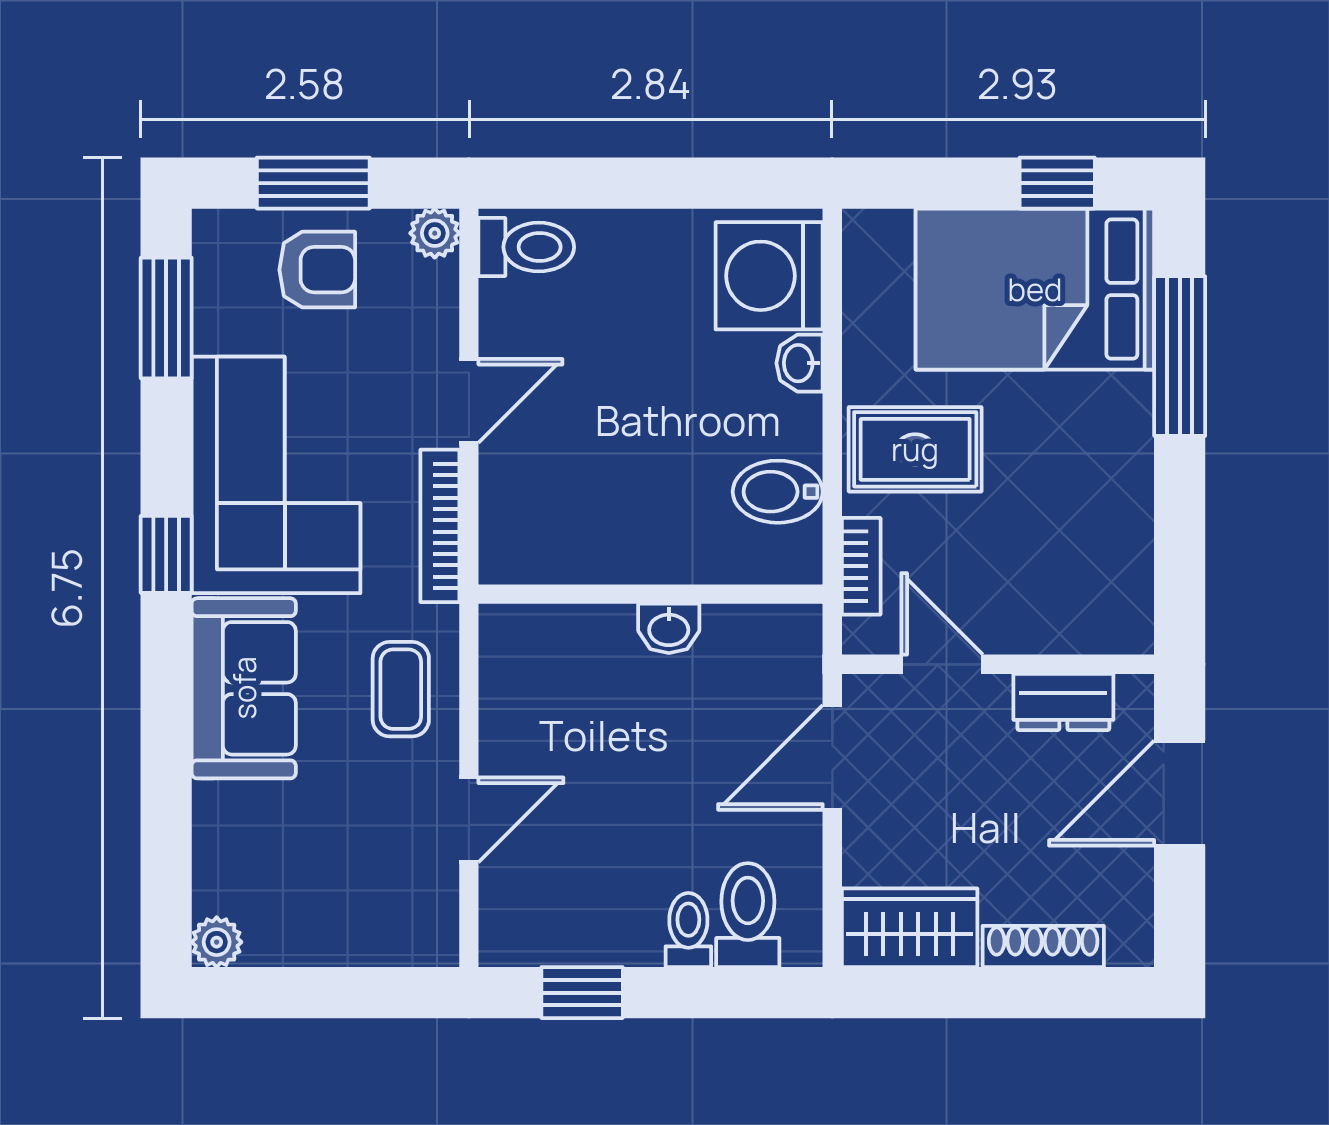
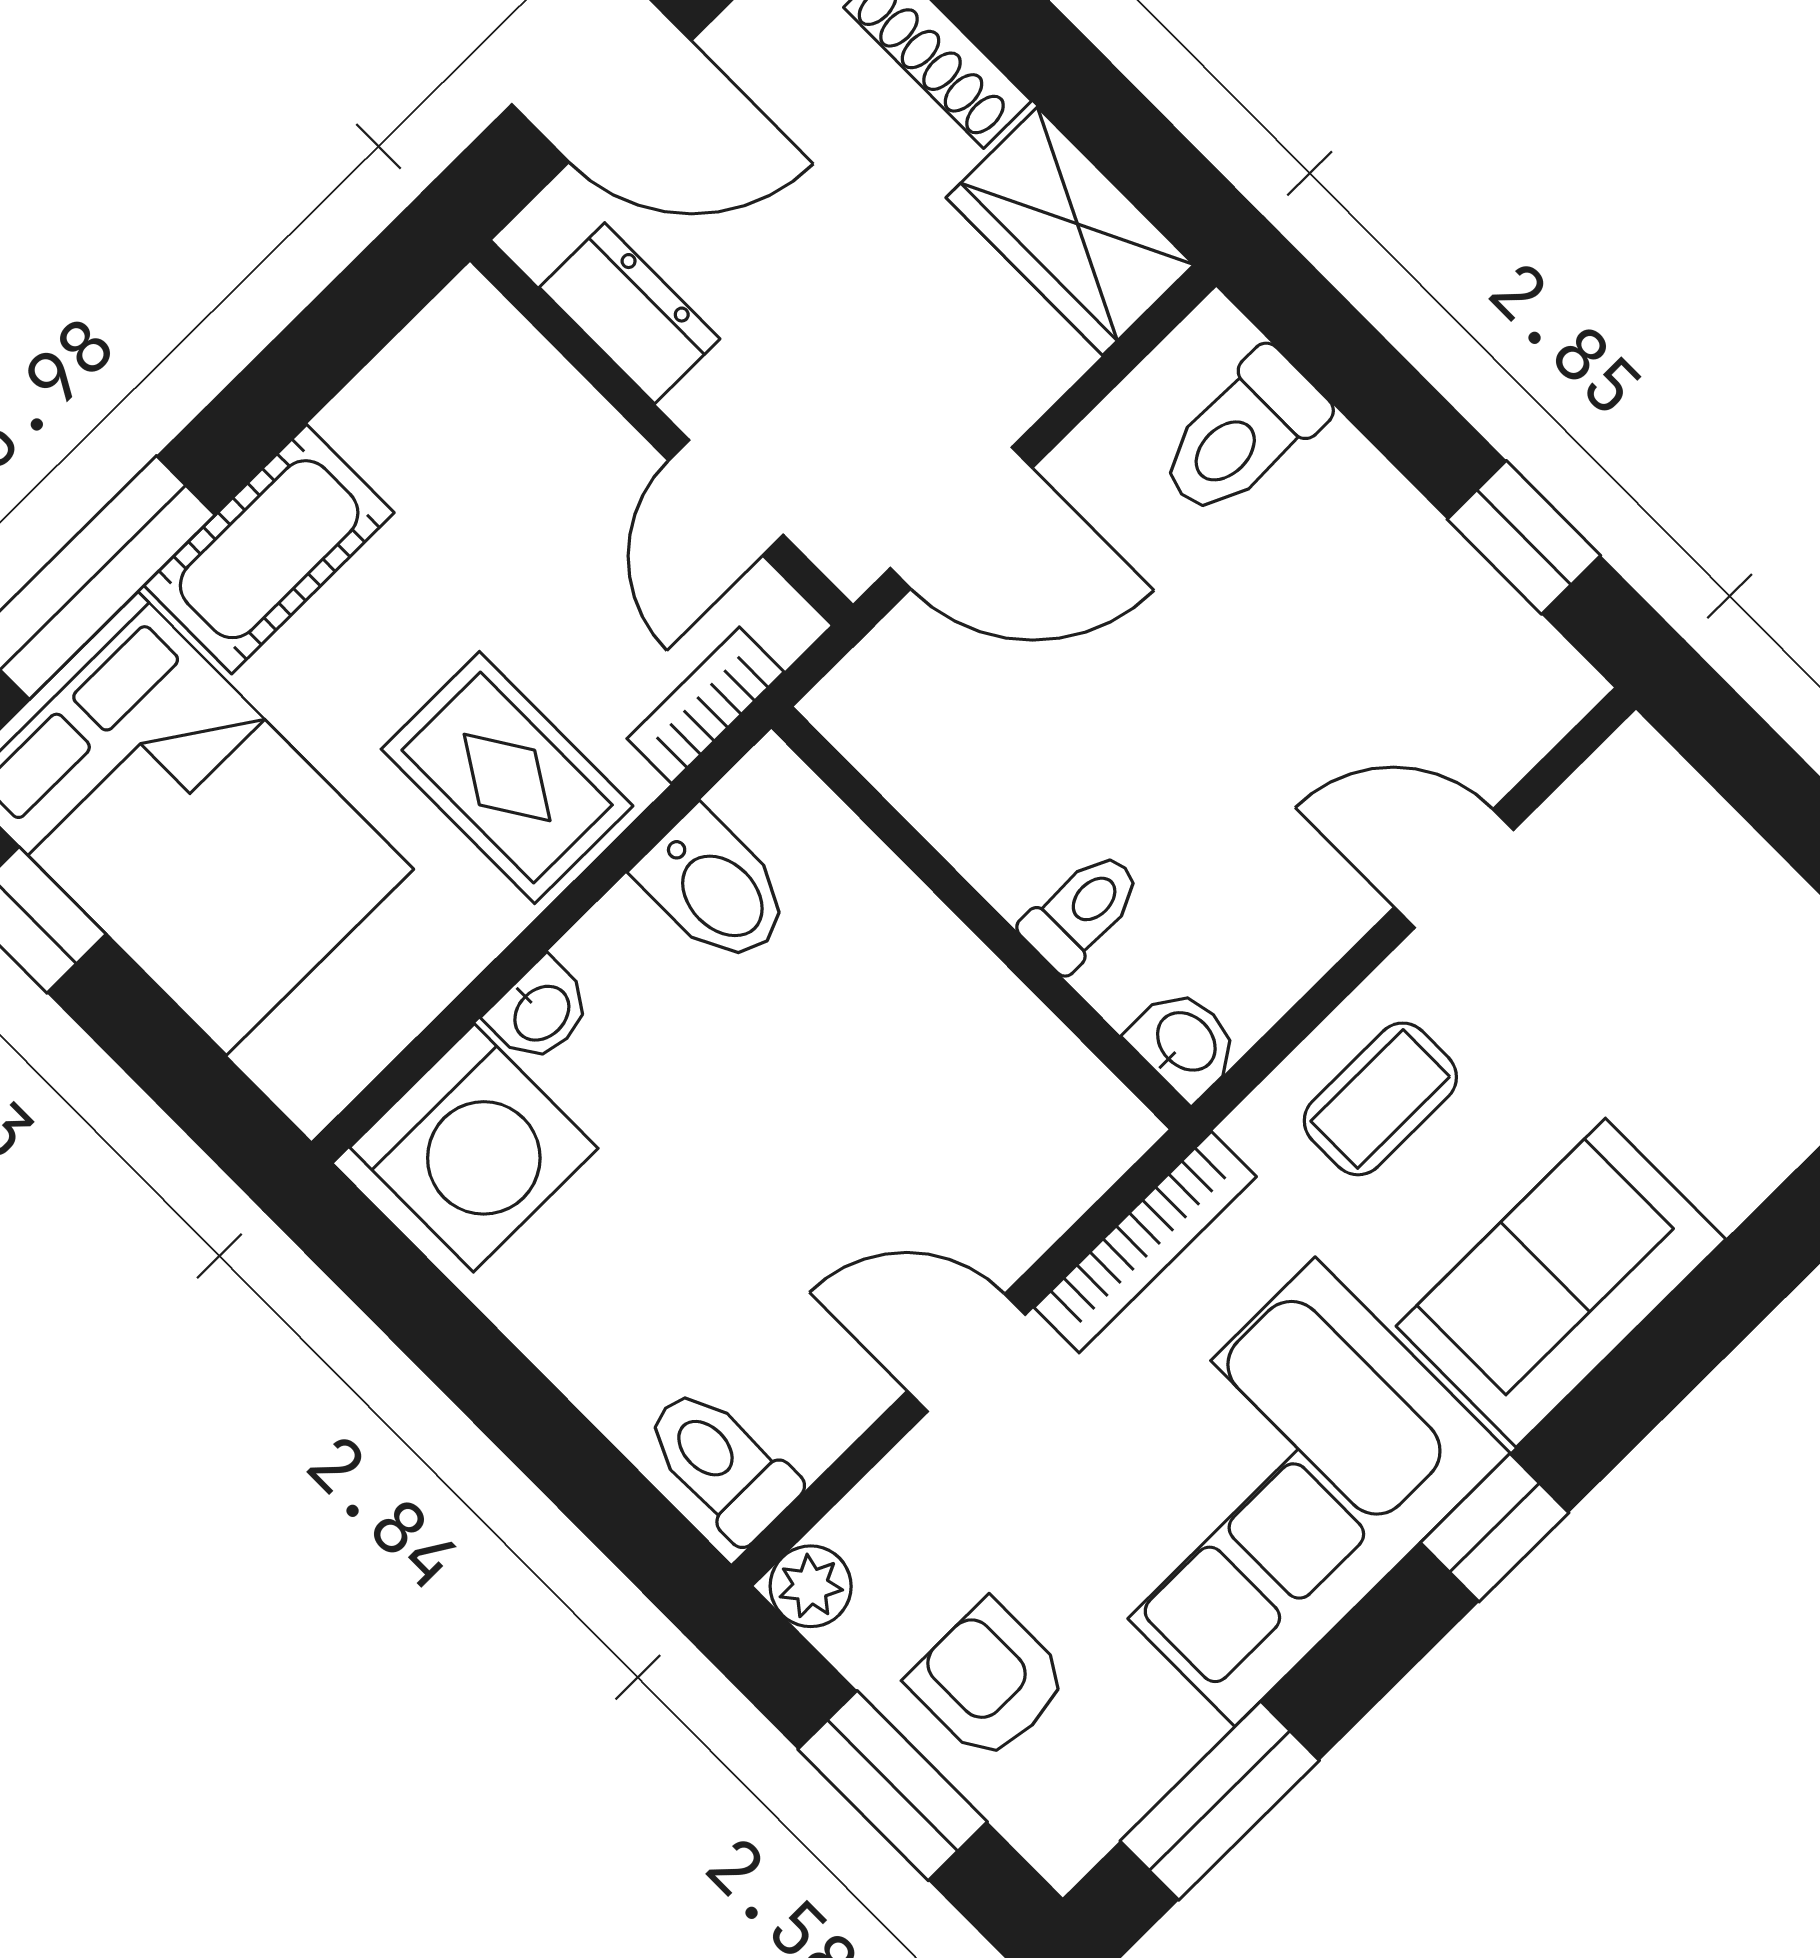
cot: (1116, 445) -> (269, 549), added
washbasin: (669, 628) -> (1185, 1043), moved
toilet: (688, 930) -> (1082, 911), moved, turned 180

